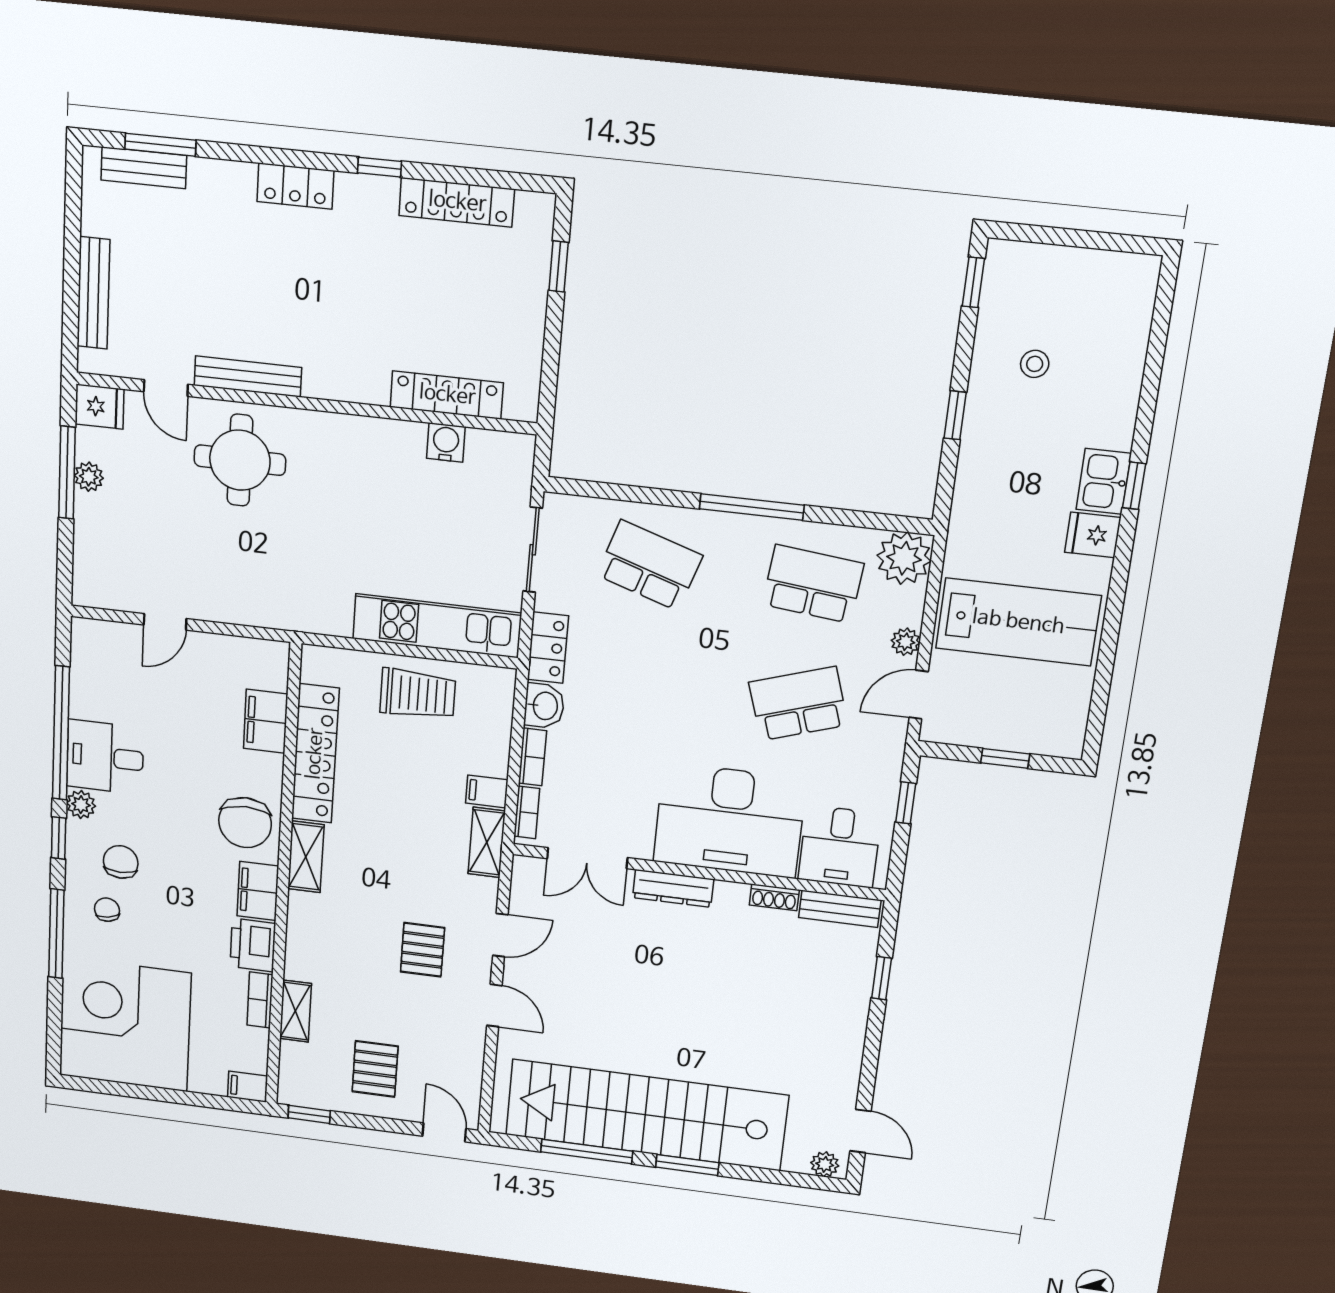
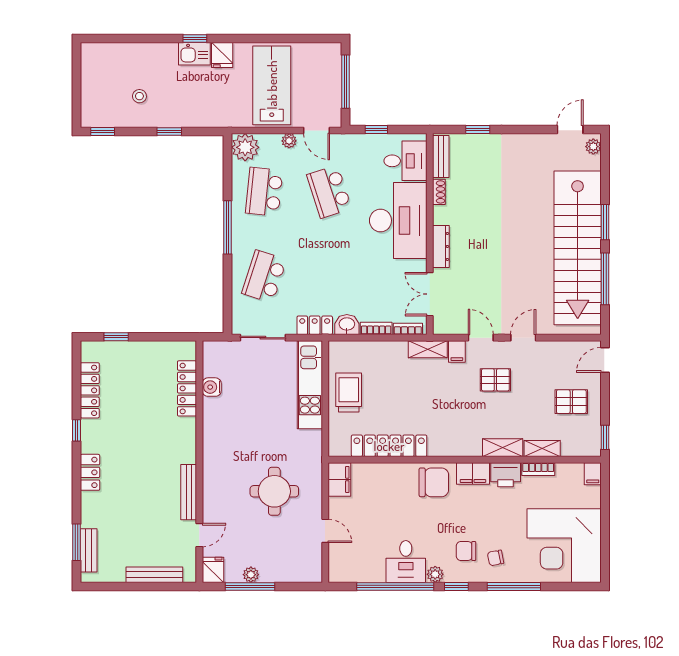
round table: (240, 460) -> (274, 491), moved
filing cabinet: (266, 721) -> (339, 479), moved, turned -90
window: (1005, 758) -> (346, 82), width x2.17
filing cabinet: (487, 791) -> (457, 351), moved
shelving: (306, 857) -> (503, 448), moved
double door: (587, 858) -> (430, 294), swing flipped

